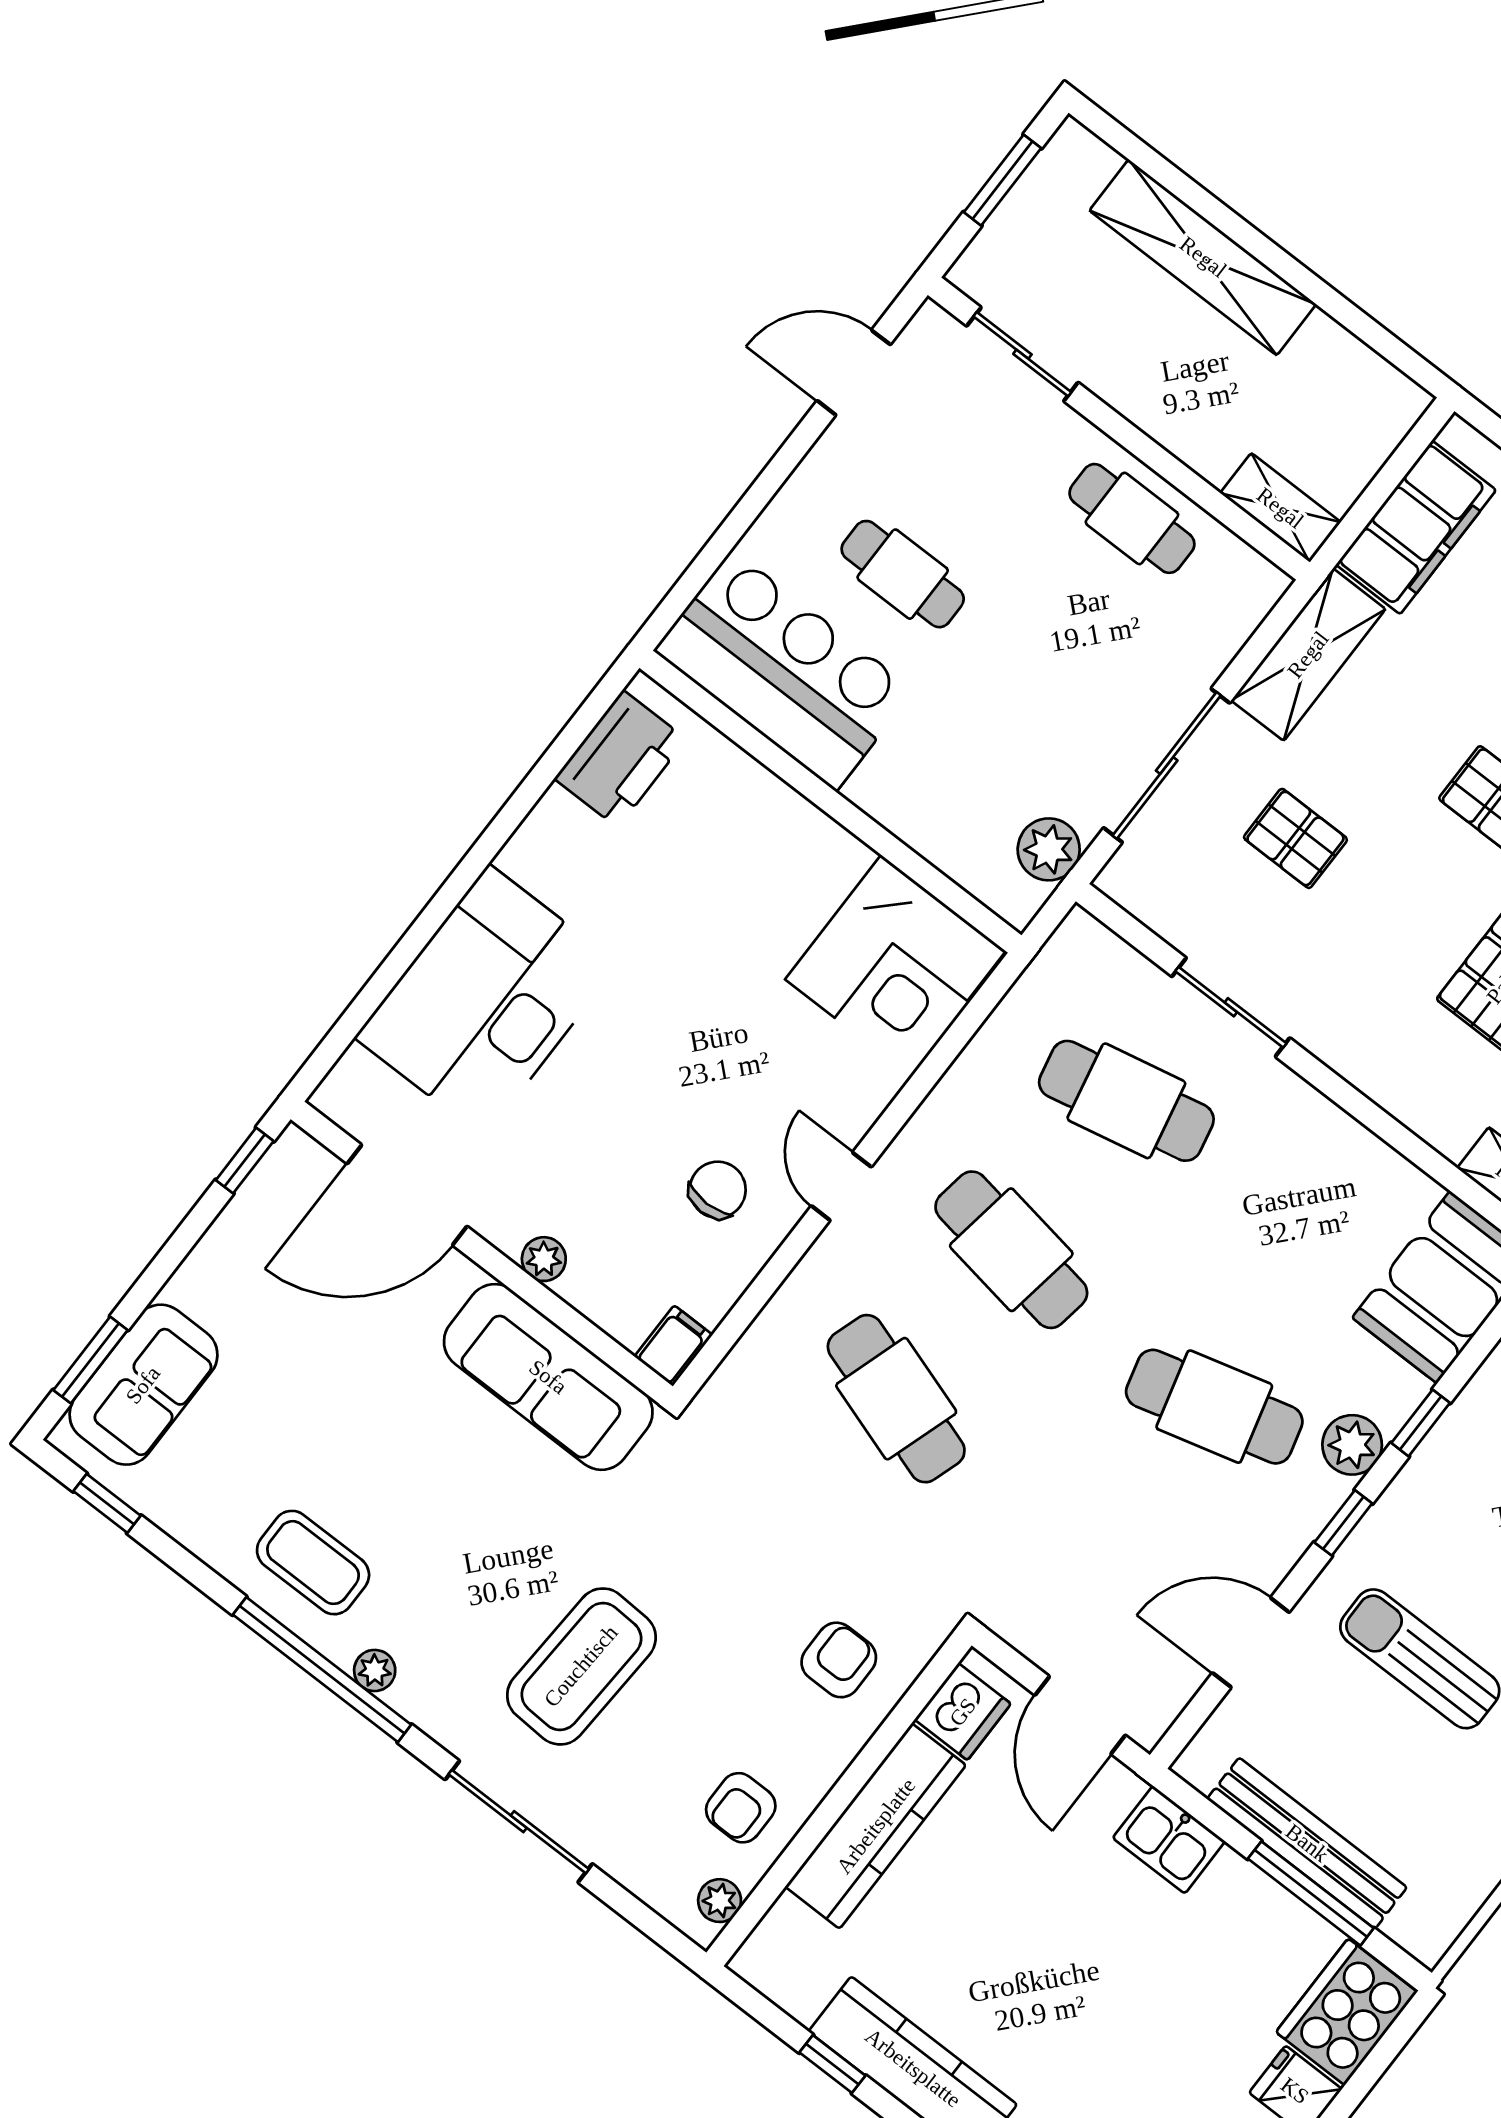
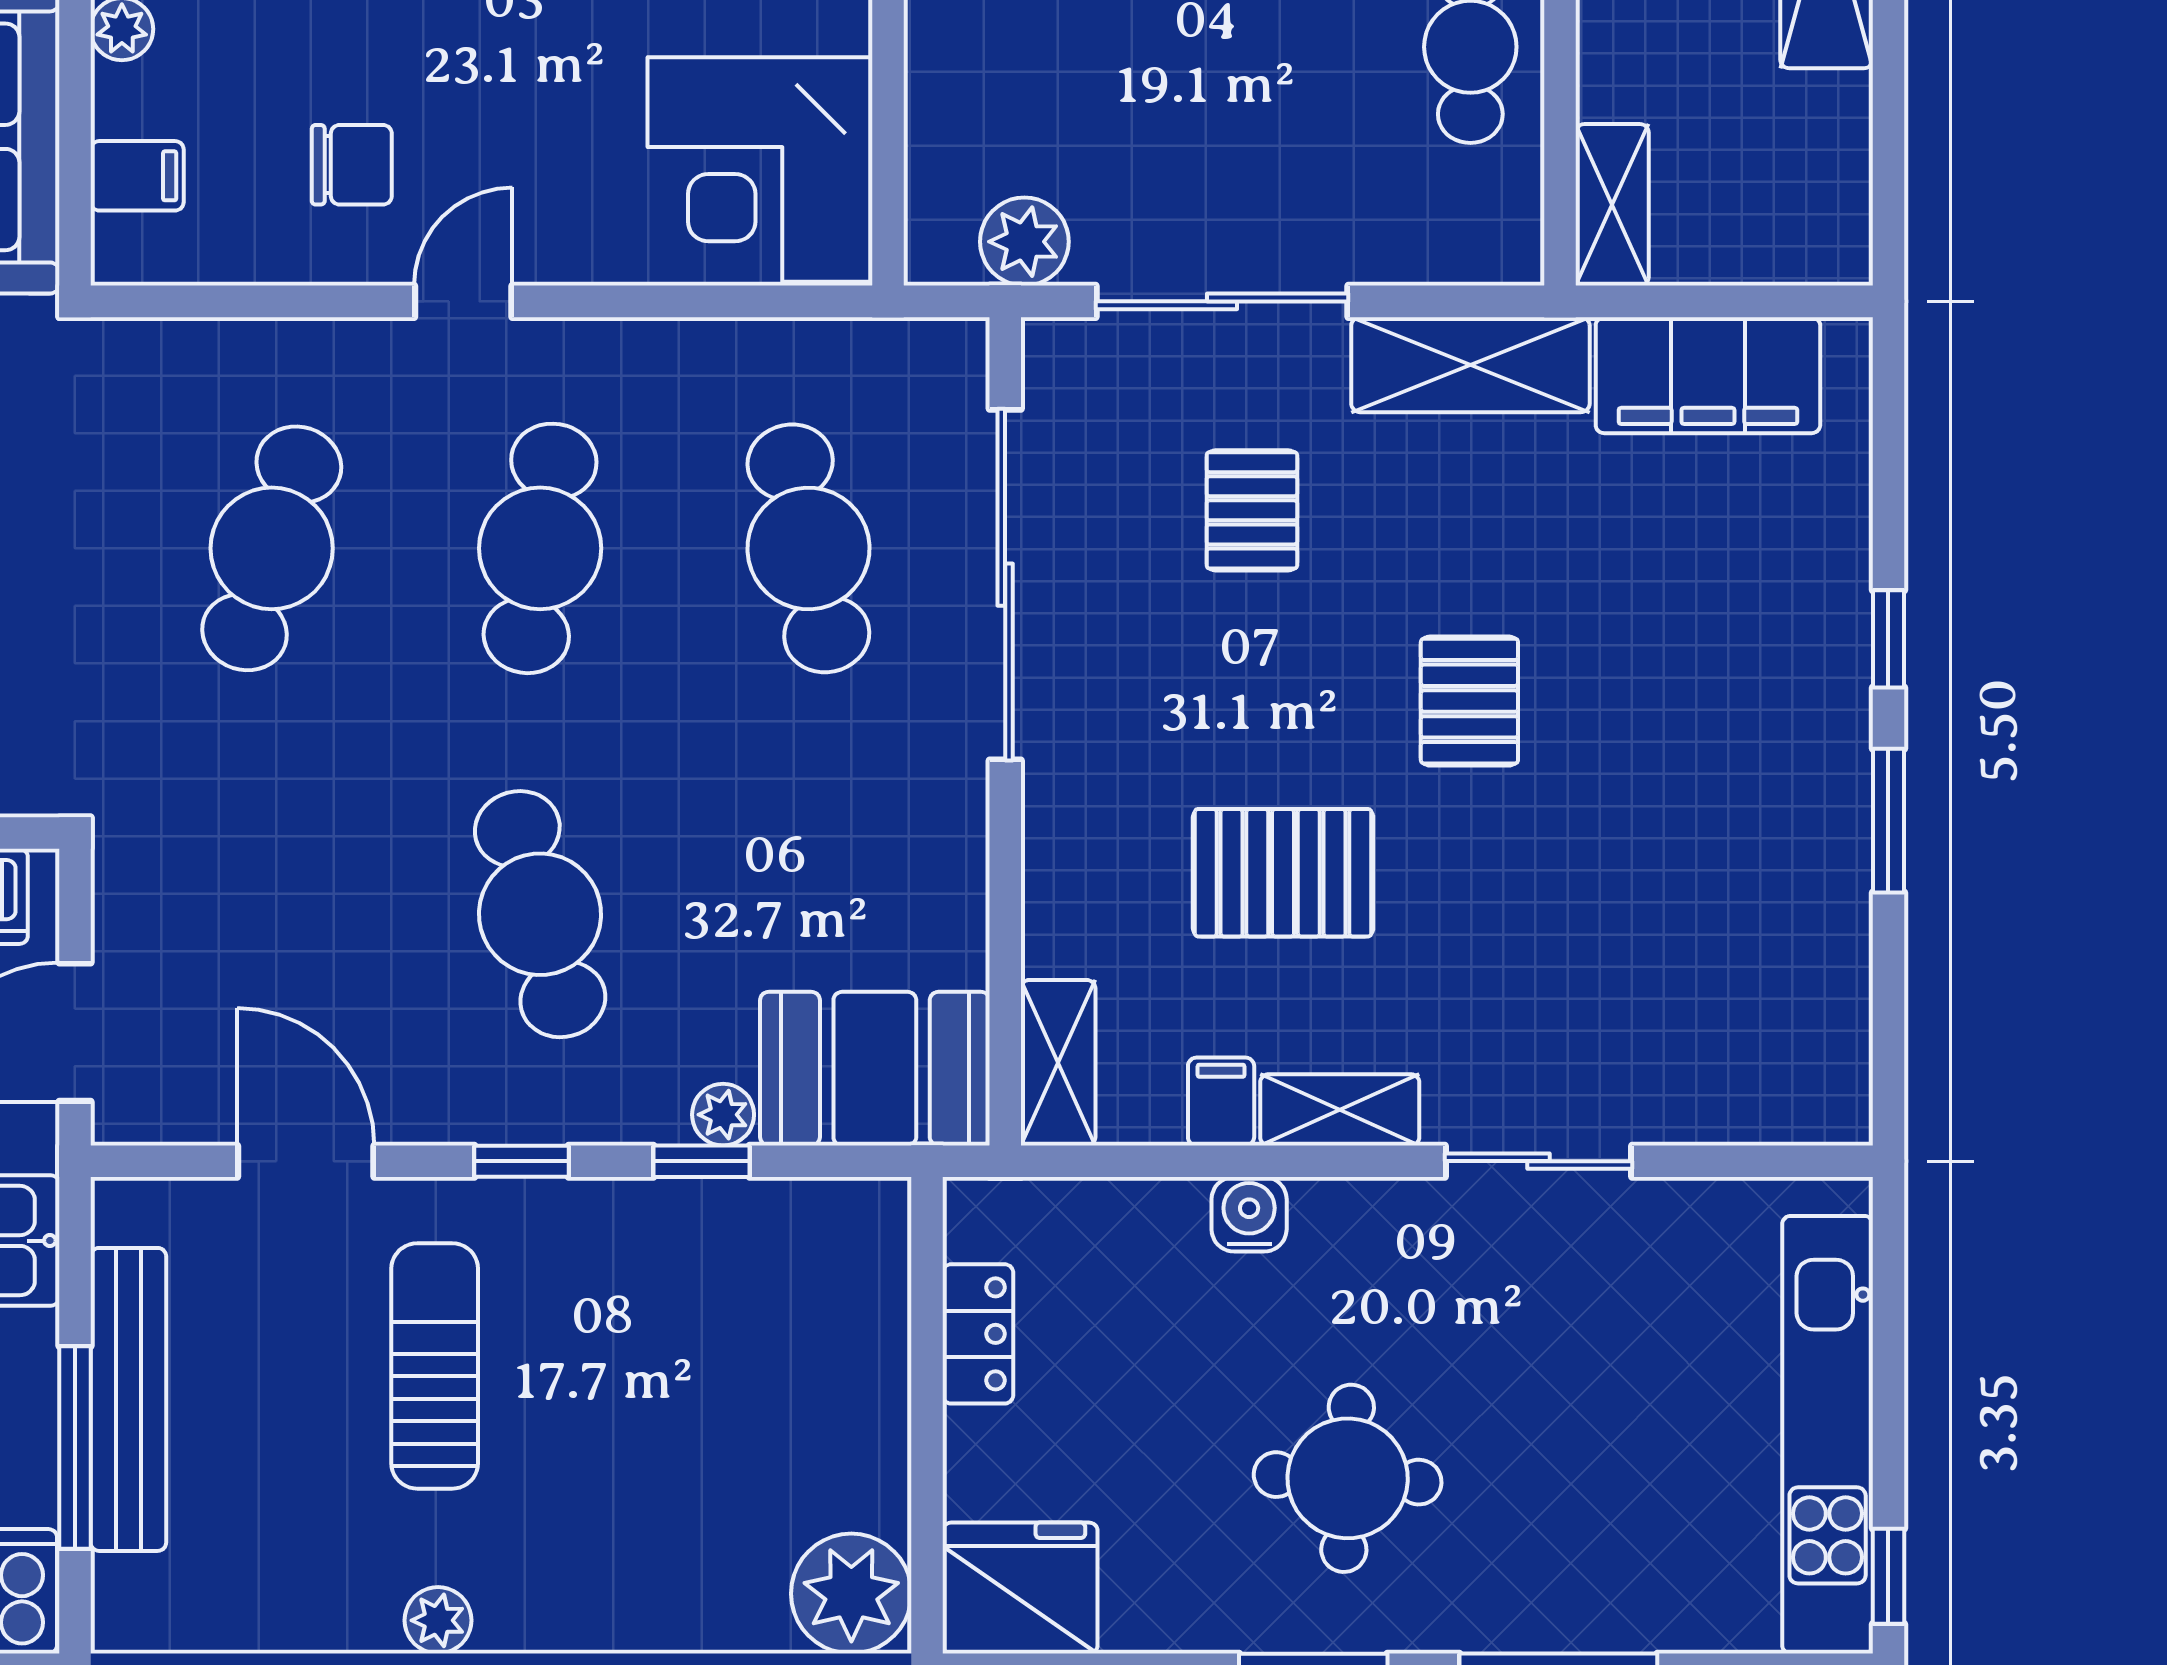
sliding door: (1231, 1007) -> (1005, 585), width x1.86
filing cabinet: (673, 1346) -> (137, 176), moved
plant: (1352, 1445) -> (723, 1115), moved, width x0.73, depth x0.73

